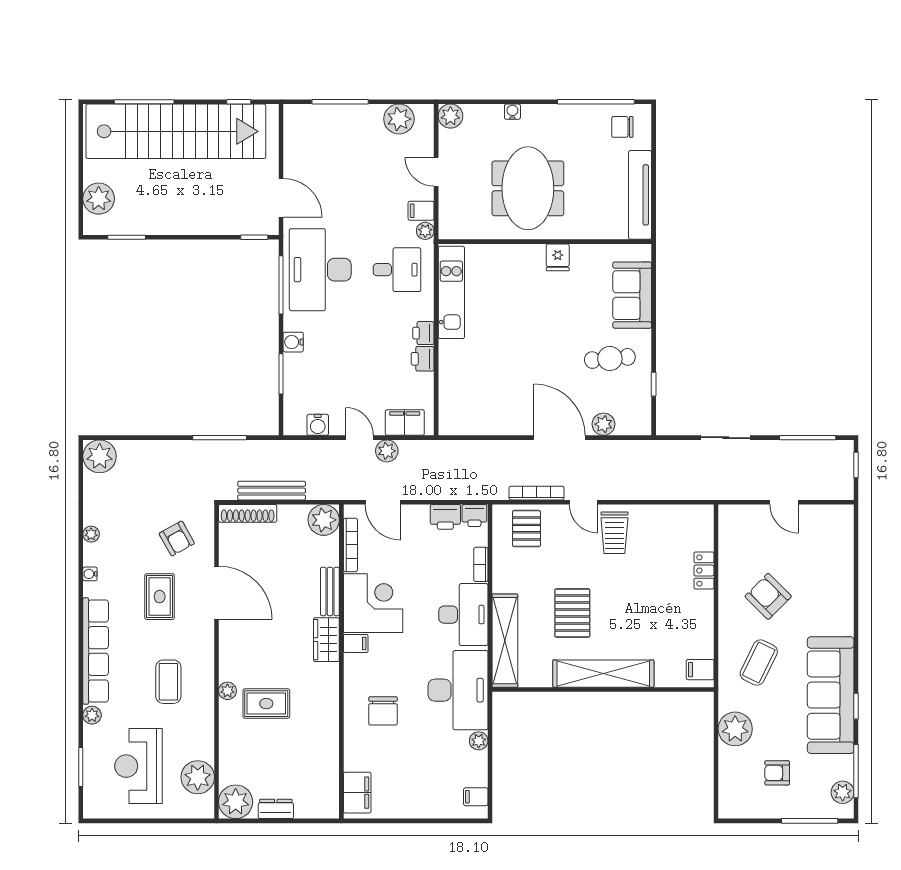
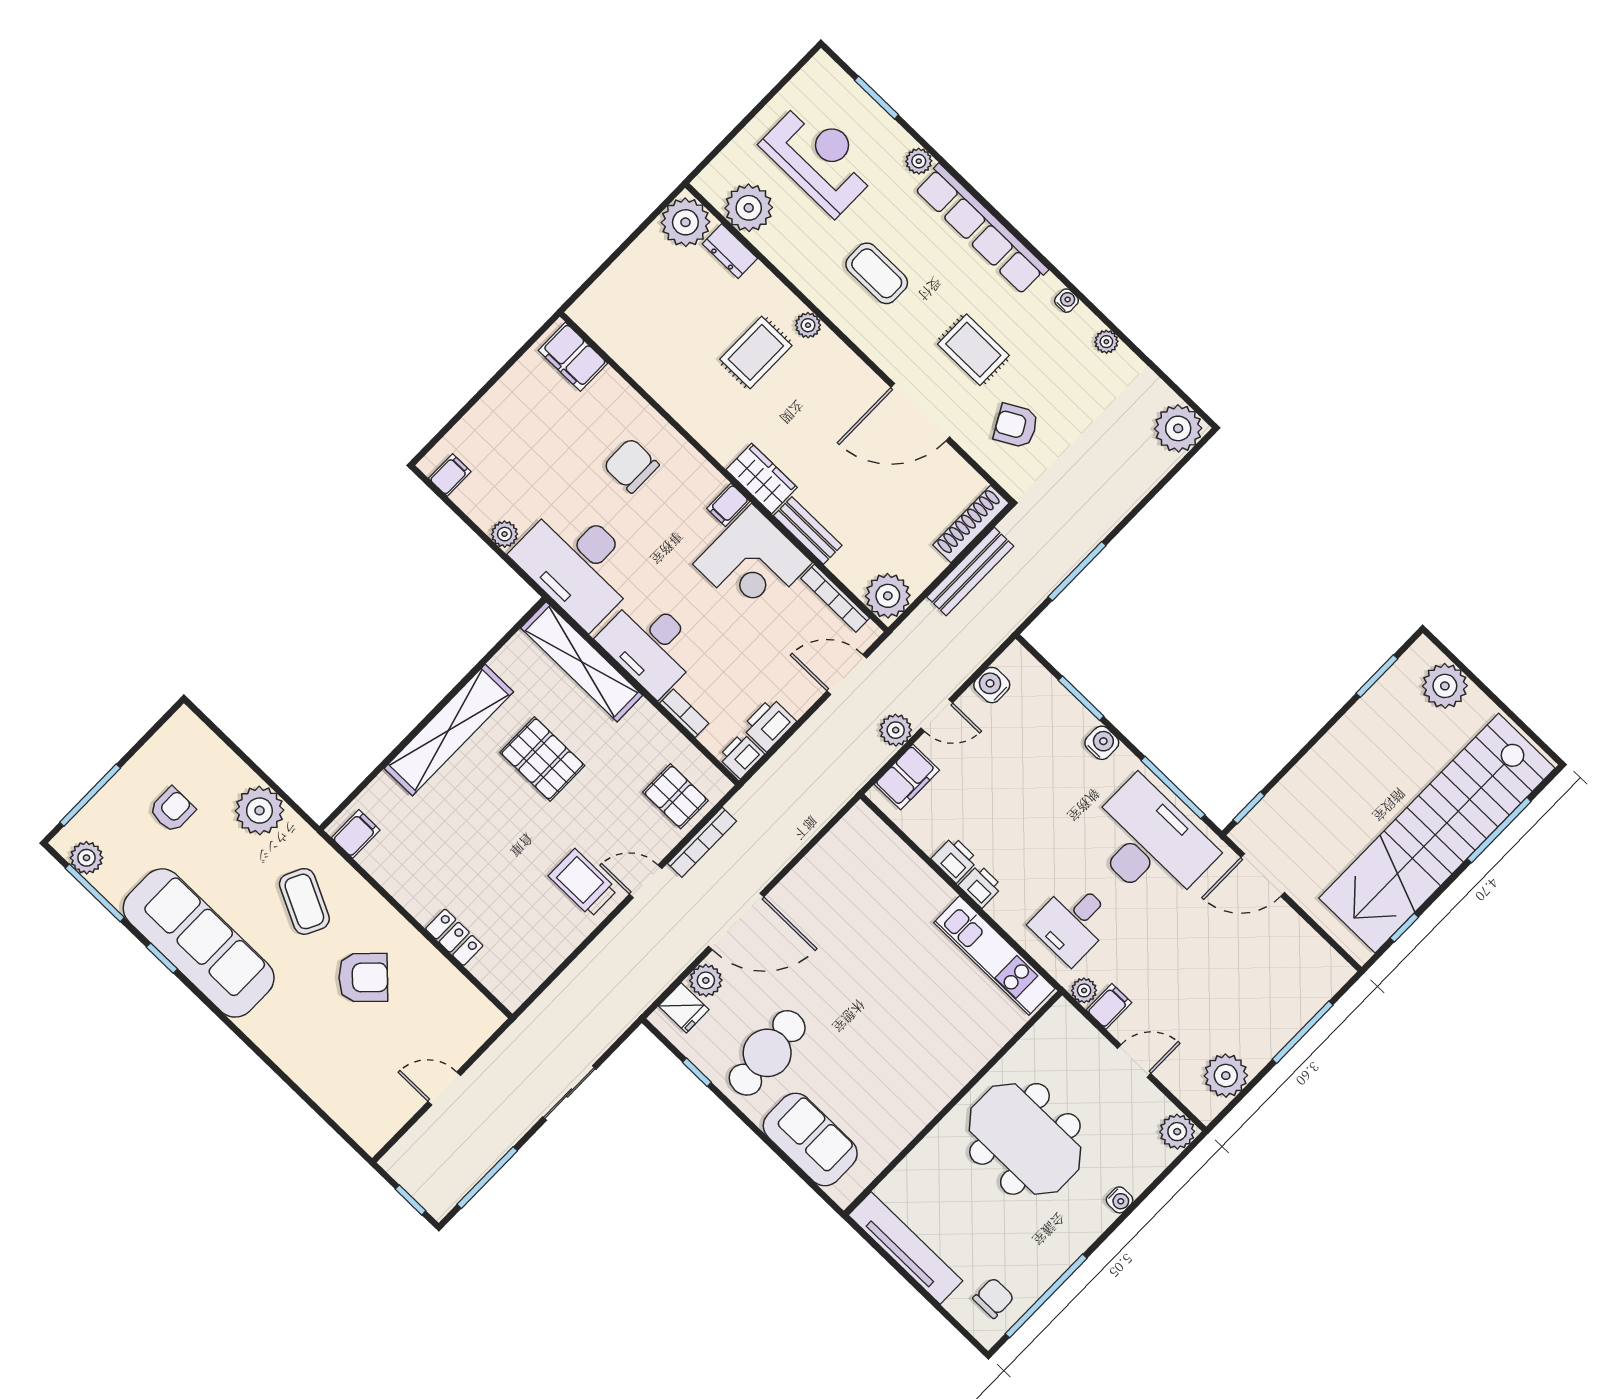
fridge: (558, 257) -> (684, 1008), moved, turned 180
cafe table: (610, 358) -> (767, 1053), width x1.37, depth x1.35
dresser: (276, 809) -> (730, 251), moved, turned 90

